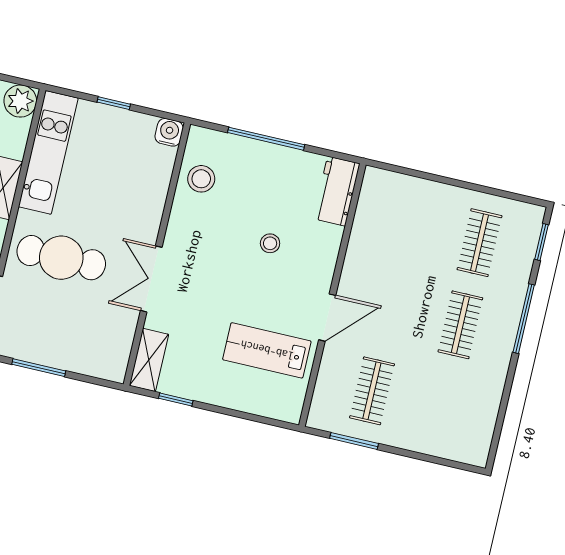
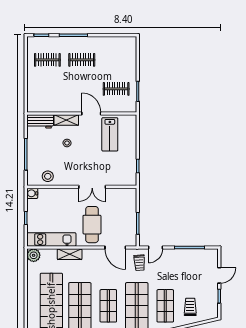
shelving: (149, 360) -> (66, 120), moved

